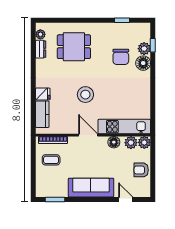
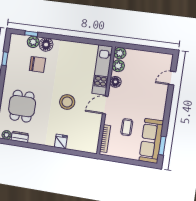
kitchen counter: (42, 114) -> (79, 145), removed
coffee table: (51, 160) -> (127, 127), moved
armchair: (141, 170) -> (146, 60), removed
sofa: (91, 188) -> (151, 141), moved

